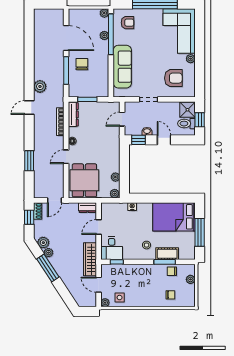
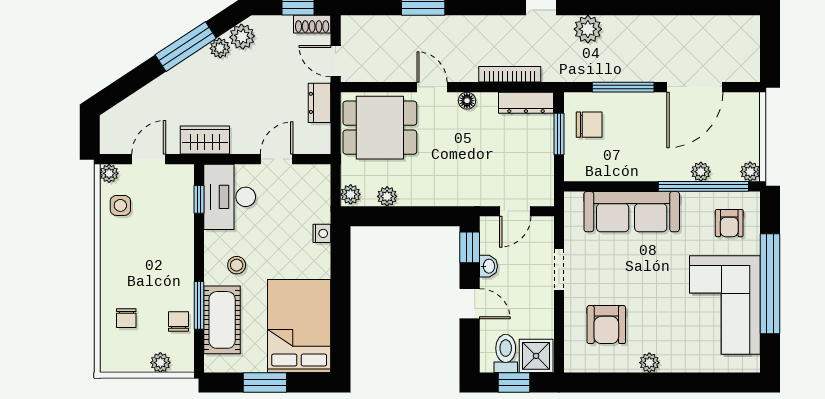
corner sofa: (179, 31) -> (725, 305), moved, turned -90
chair: (82, 64) -> (589, 125), moved
door: (122, 119) -> (515, 211), swing flipped
door: (164, 140) -> (470, 304), hinge flipped
dresser: (87, 208) -> (319, 103), moved
door: (99, 227) -> (277, 159), hinge flipped
window: (200, 232) -> (265, 383), width x0.69
desk: (112, 248) -> (230, 197), width x1.37
cot: (167, 254) -> (222, 320), width x1.37, depth x1.34
wardrobe: (90, 259) -> (205, 140), width x0.67

